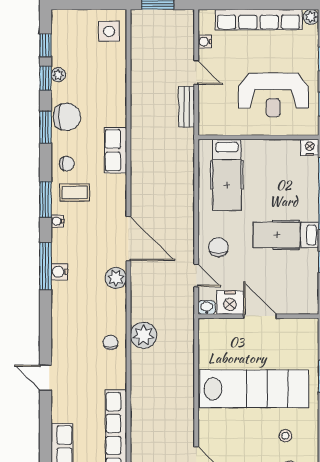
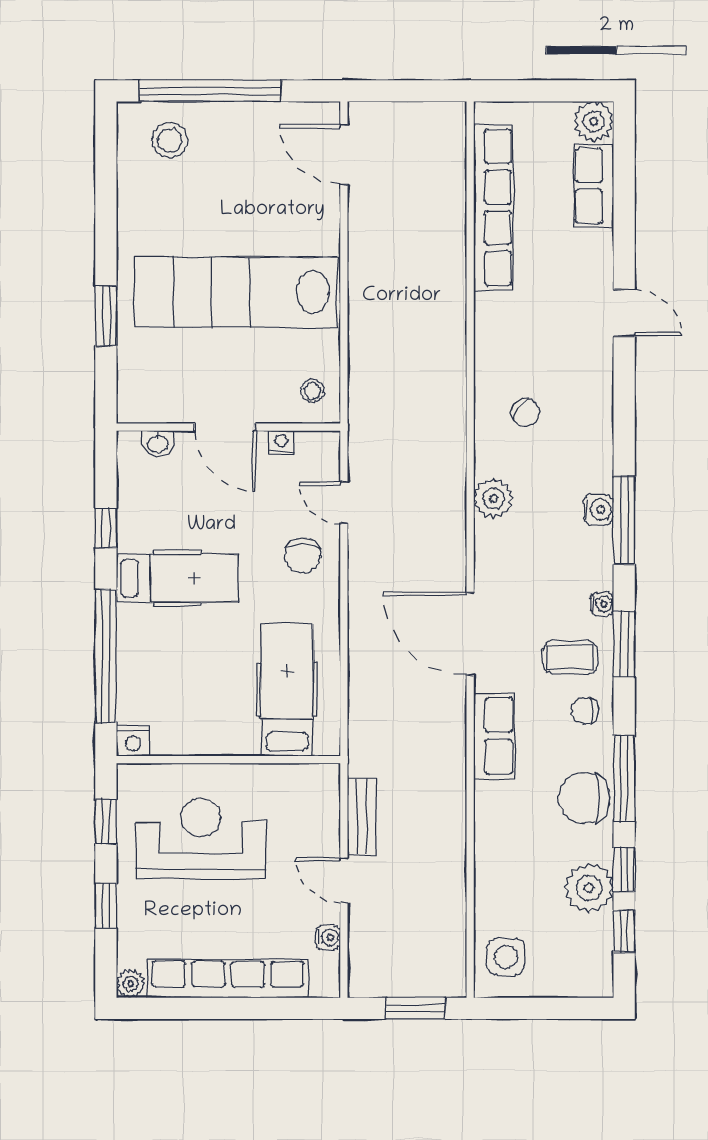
plant: (58, 75) -> (589, 888), width x1.88, depth x1.88
window: (46, 127) -> (624, 779), width x1.44
door: (128, 239) -> (470, 634), moved
nightstand: (230, 303) -> (281, 443), width x0.53, depth x0.56
washbasin: (207, 307) -> (158, 443), moved
plant: (143, 335) -> (442, 392), removed
chair: (110, 342) -> (526, 413), moved, turned -55
stool: (285, 436) -> (312, 391), moved

